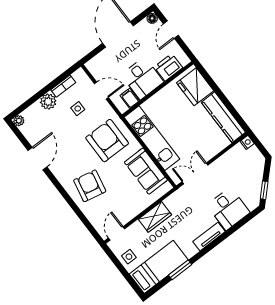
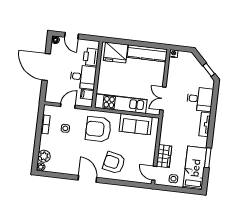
plant: (48, 102) -> (44, 156), moved
door: (37, 159) -> (87, 179), moved
wardrobe: (155, 217) -> (164, 156), moved

